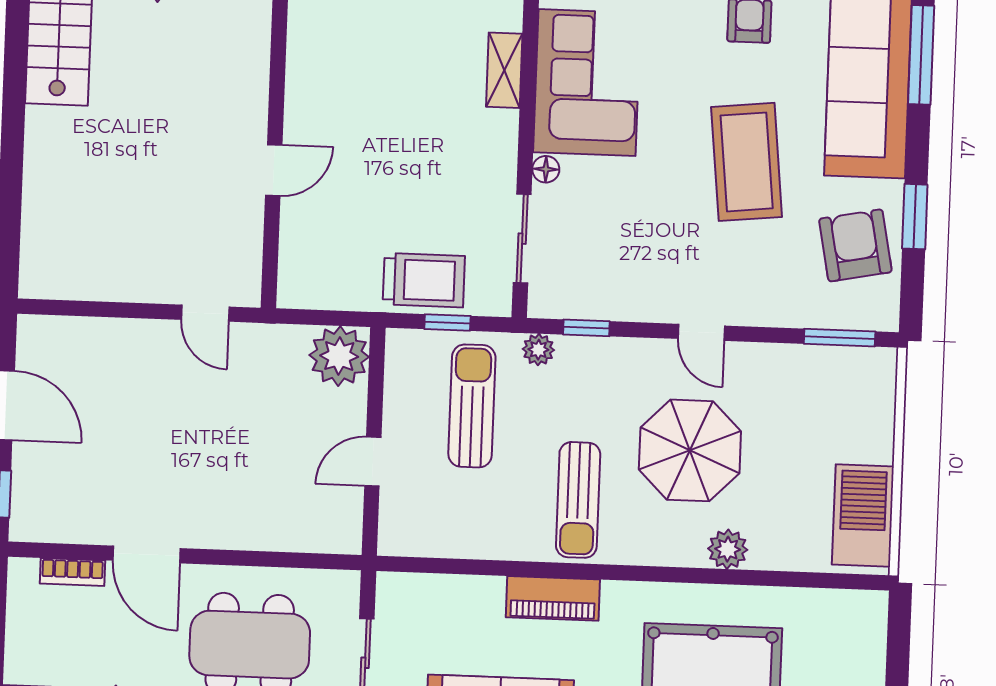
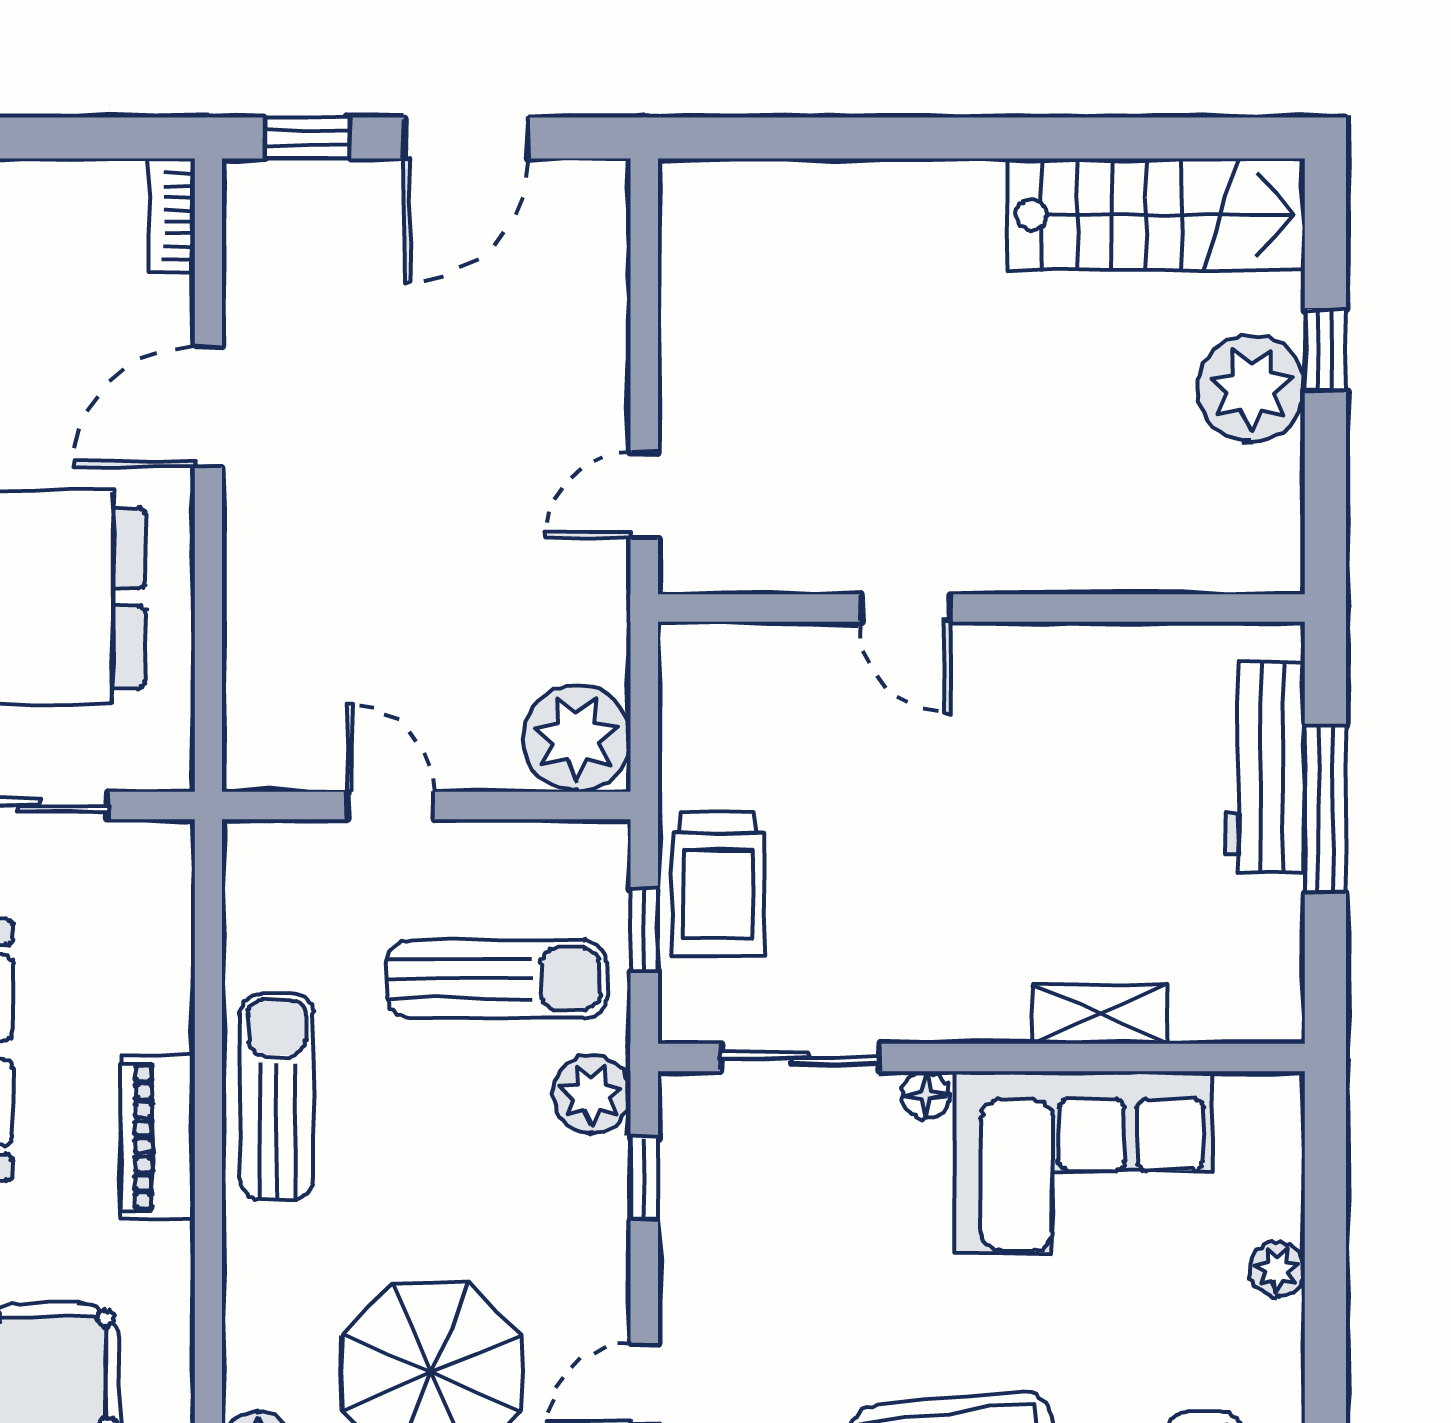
plant: (538, 350) -> (591, 1094), width x1.38, depth x1.38
sun lounger: (578, 500) -> (277, 1097), moved, turned 90
bookcase: (73, 572) -> (172, 216), moved

